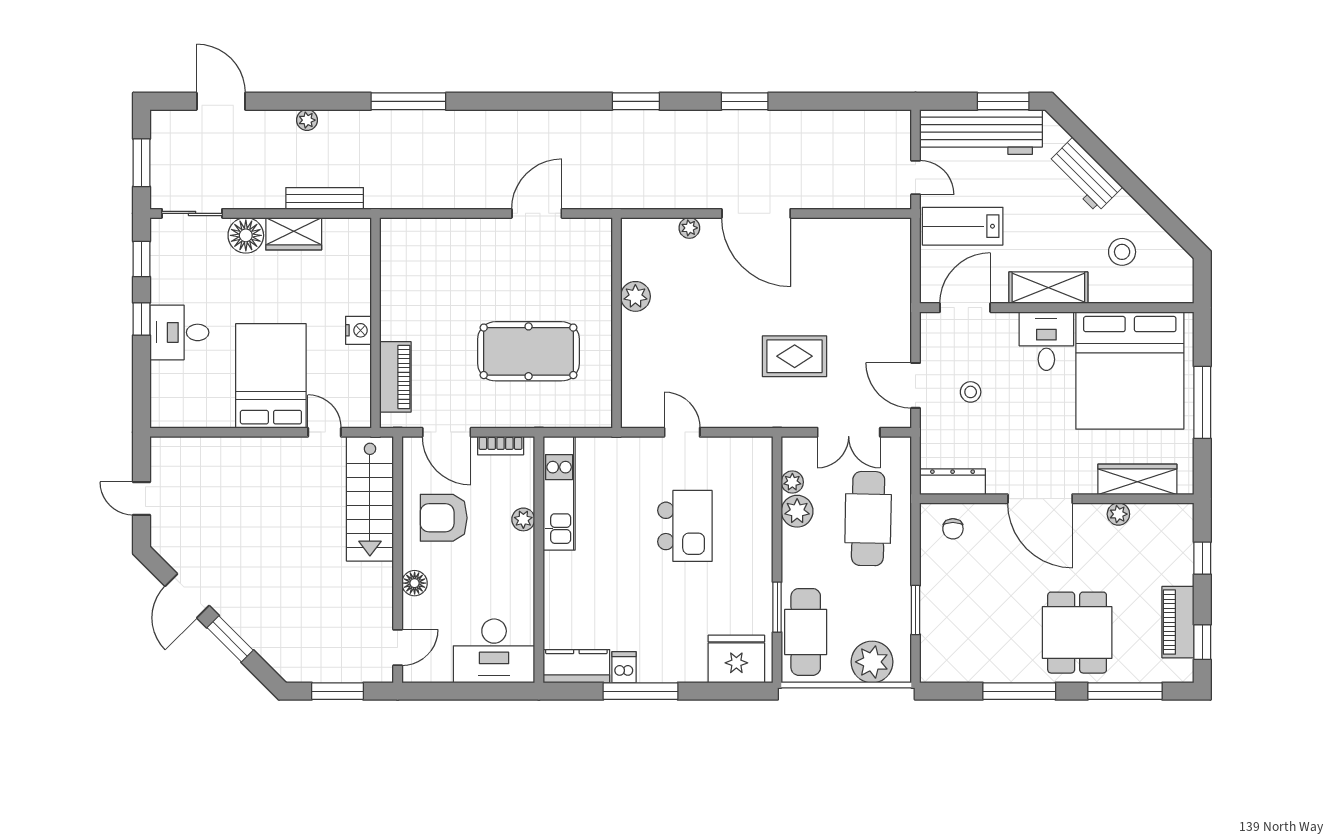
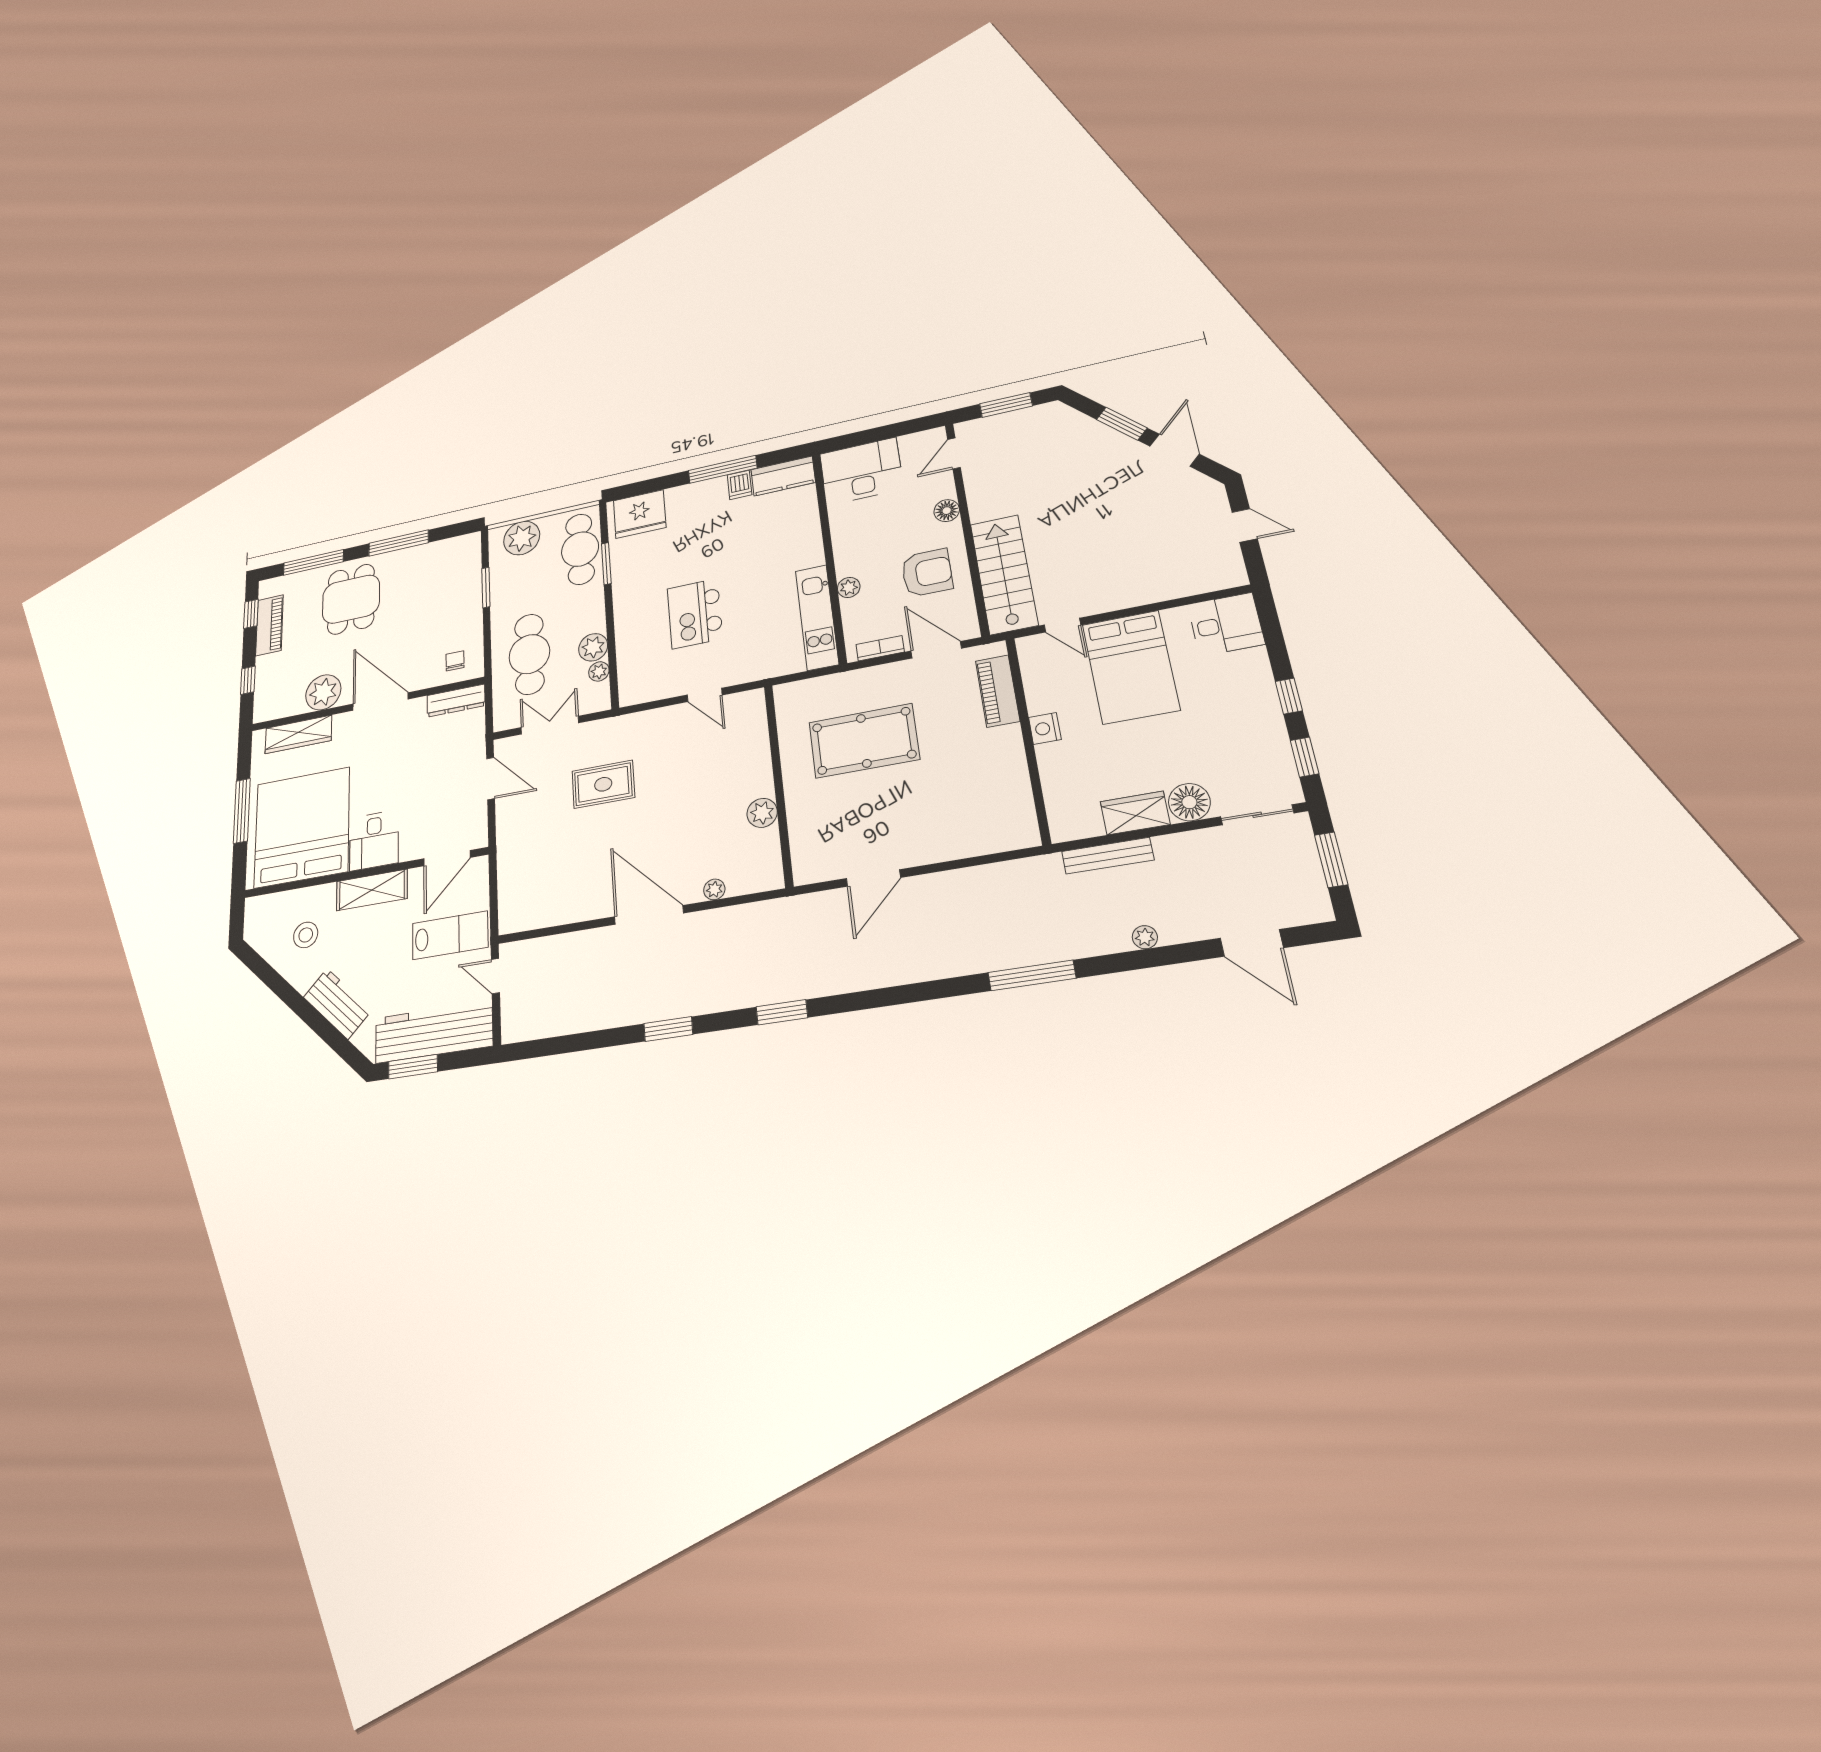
desk: (179, 332) -> (1226, 624), moved
stool: (971, 392) -> (441, 782), removed
plant: (1118, 514) -> (323, 692), width x1.87, depth x1.87

